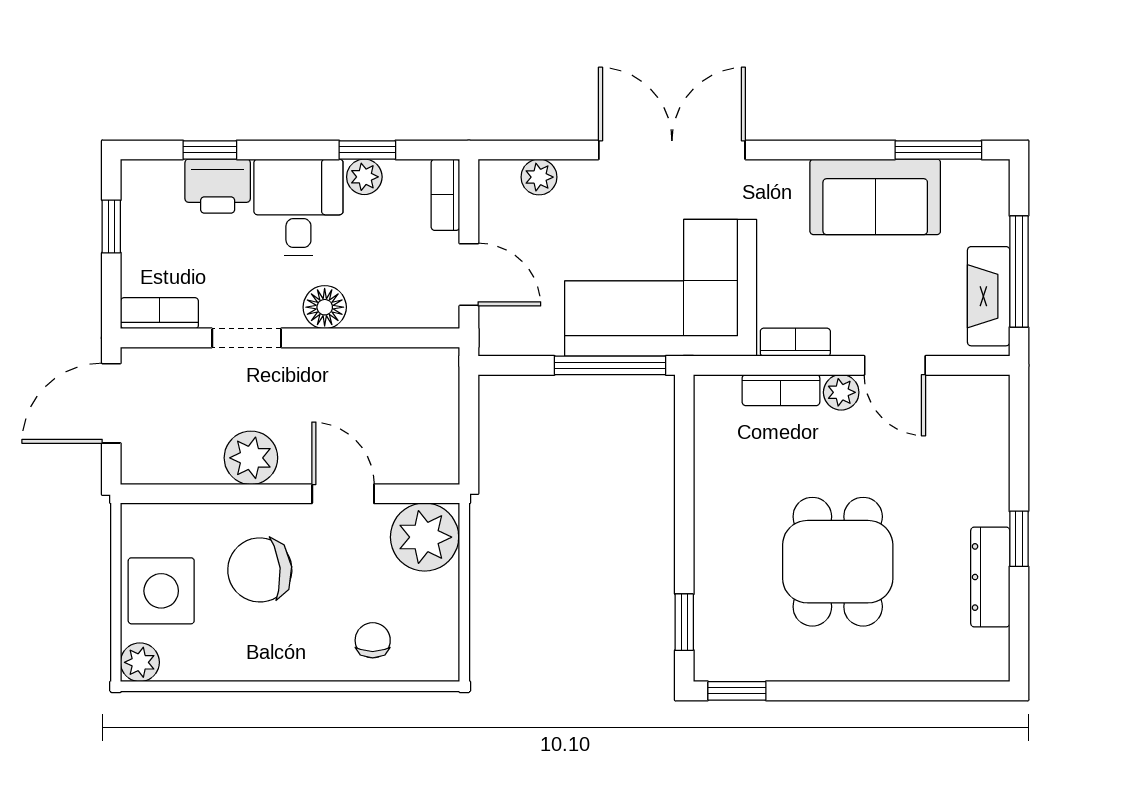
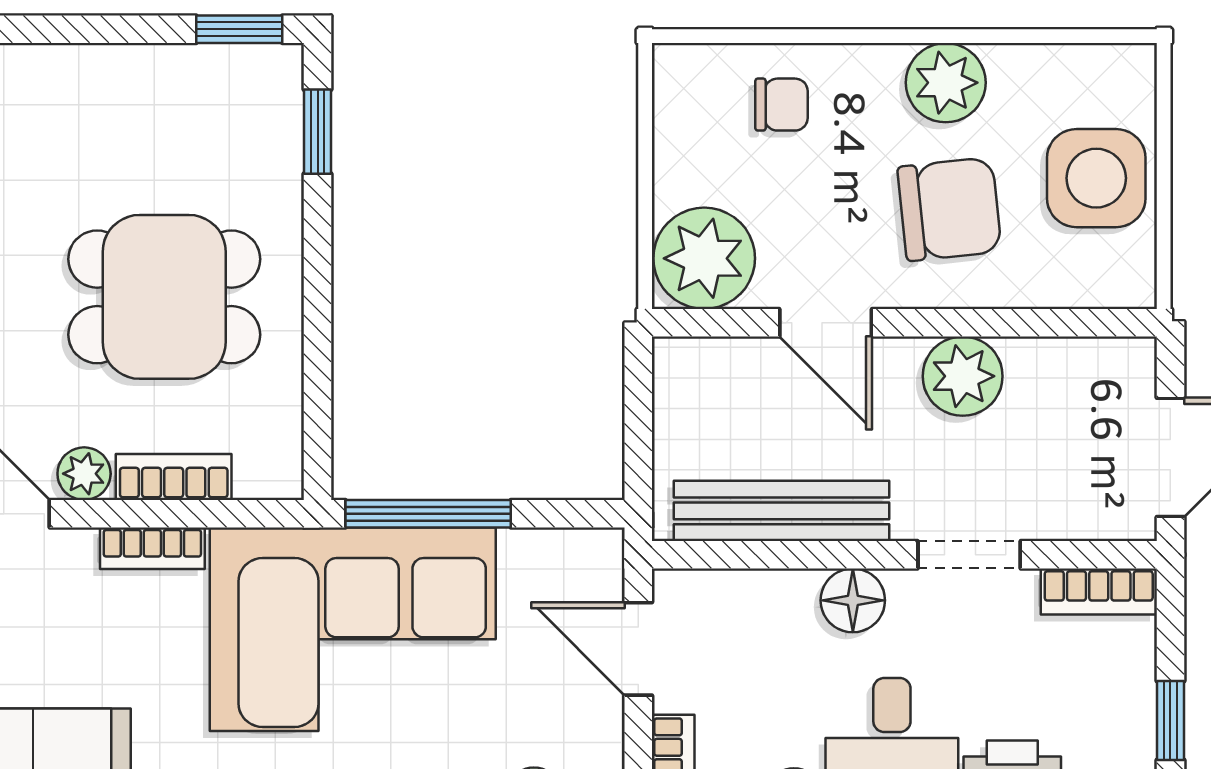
bench: (373, 367) -> (782, 511), added
dining table: (838, 562) -> (164, 297), moved, turned 90
chair: (373, 640) -> (781, 105), turned -90
plant: (140, 662) -> (946, 83), moved, width x1.38, depth x1.38

